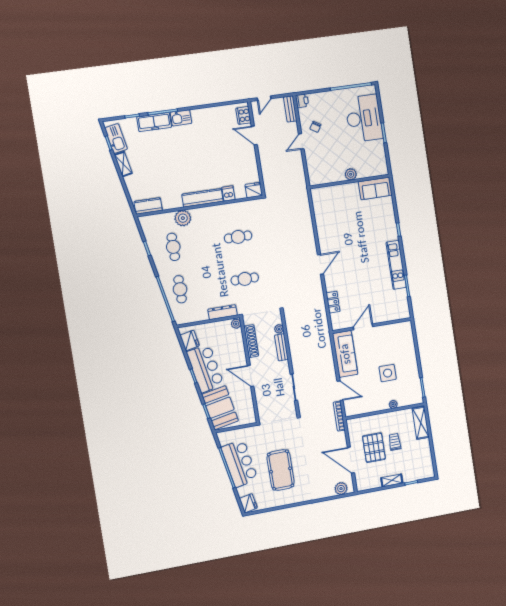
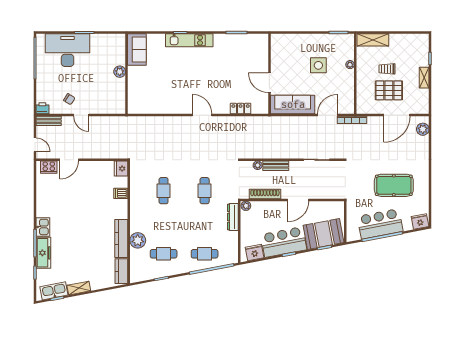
kitchen counter: (202, 198) -> (121, 239), moved
kitchen unit: (396, 265) -> (189, 40), moved

